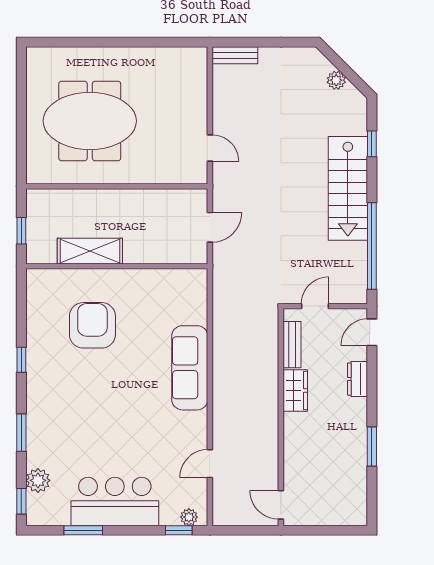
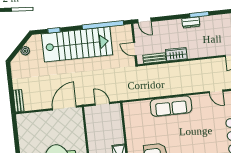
door: (210, 148) -> (64, 108), width x1.87
stairs: (348, 188) -> (77, 44), width x1.36, depth x1.51
dresser: (358, 379) -> (191, 22), moved

